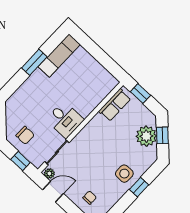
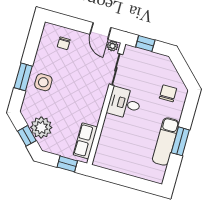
exam couch: (59, 56) -> (166, 141), moved
chair: (25, 135) -> (168, 93), moved, turned 90
window: (139, 187) -> (23, 77), width x1.50
door: (53, 192) -> (100, 31), hinge flipped

